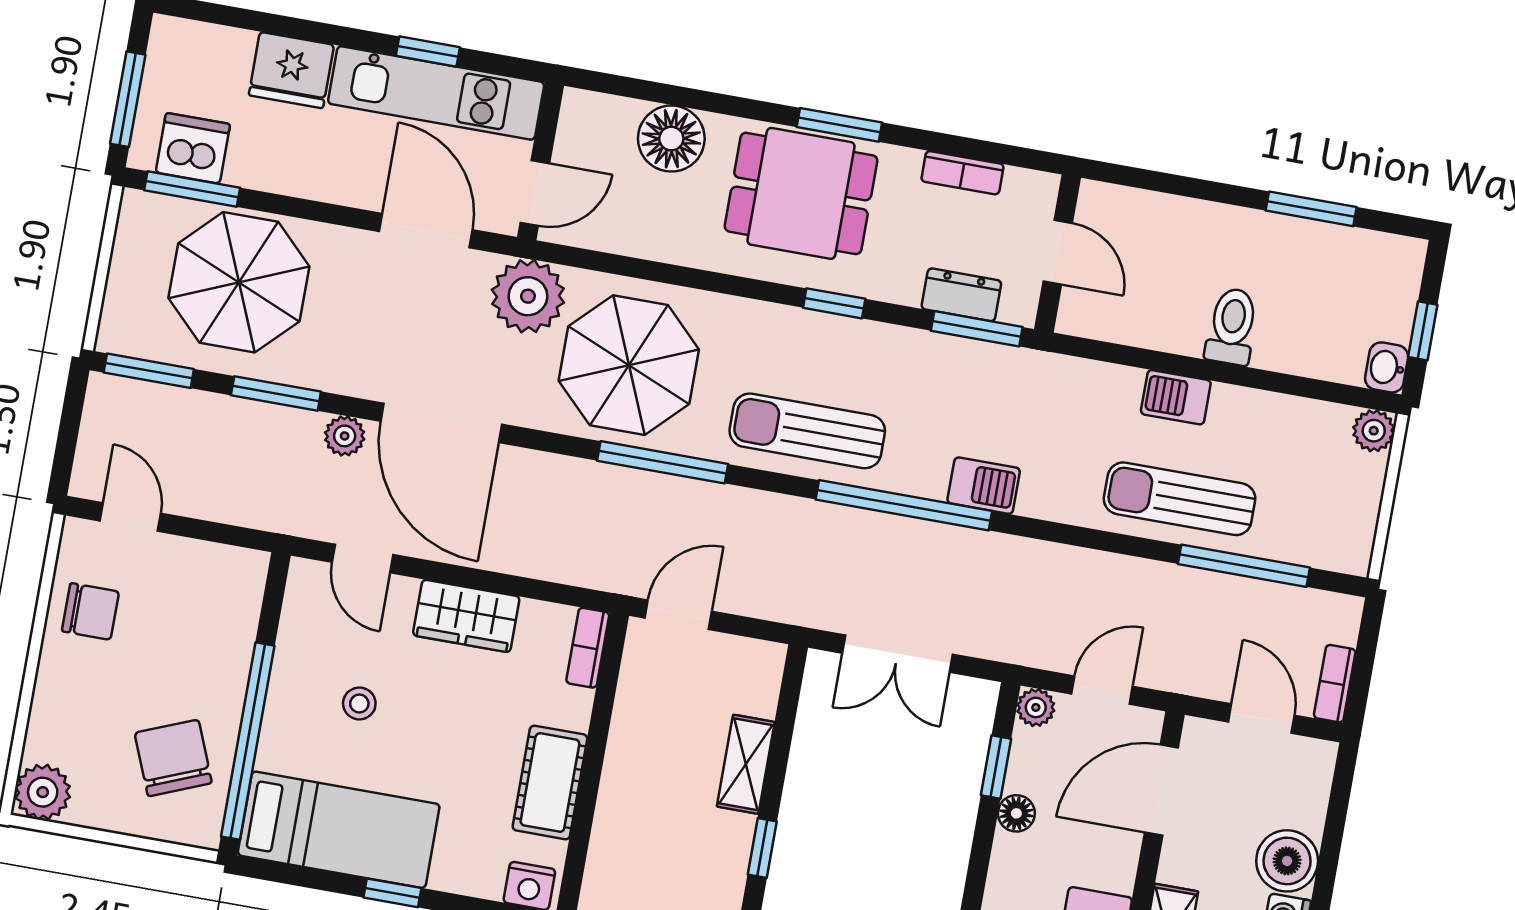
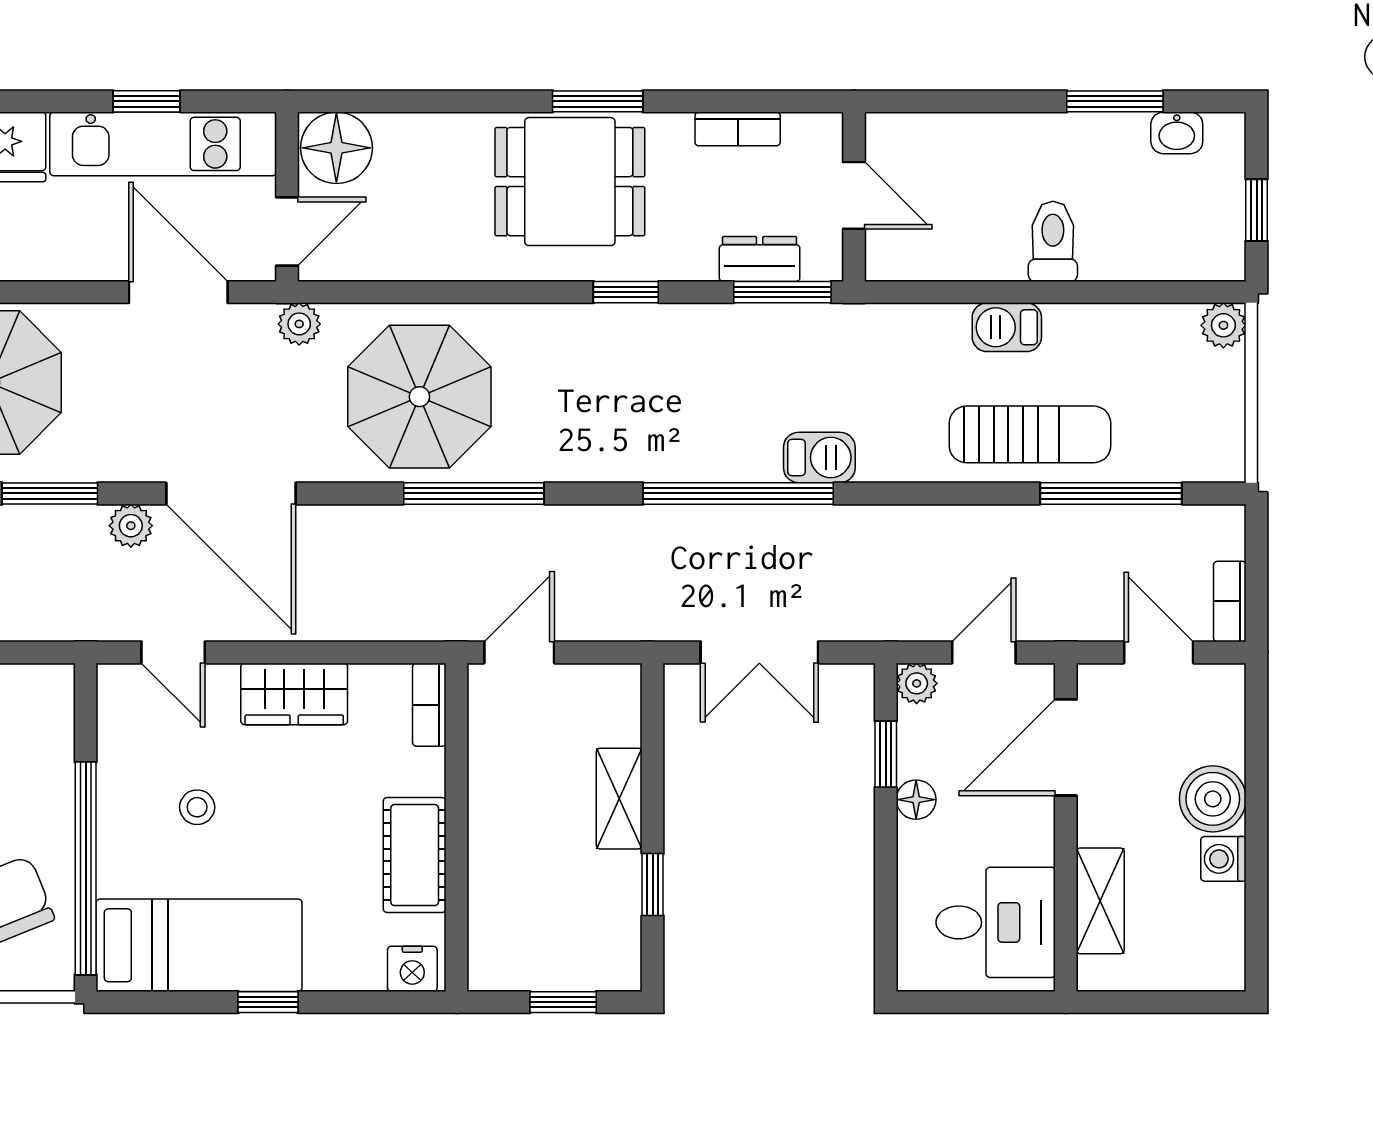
floor lamp: (671, 139) -> (336, 148), moved
plant: (528, 296) -> (299, 324), width x0.53, depth x0.53
washbasin: (1387, 367) -> (1177, 133), moved, turned -90
sun lounger: (807, 431) -> (621, 433), removed
sun lounger: (1180, 499) -> (1030, 434), turned 180

